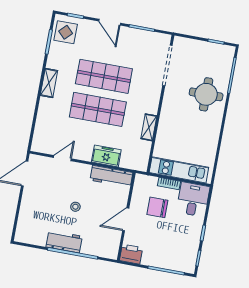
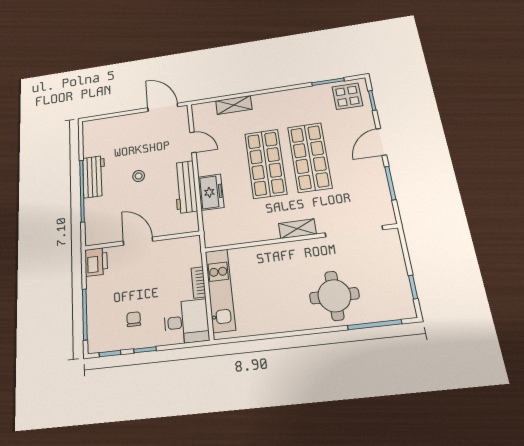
shelving: (49, 83) -> (234, 105), moved
shelving: (149, 127) -> (297, 229), moved
workbench: (111, 176) -> (185, 187), moved
chair: (157, 207) -> (134, 319), moved, width x0.54, depth x0.54

